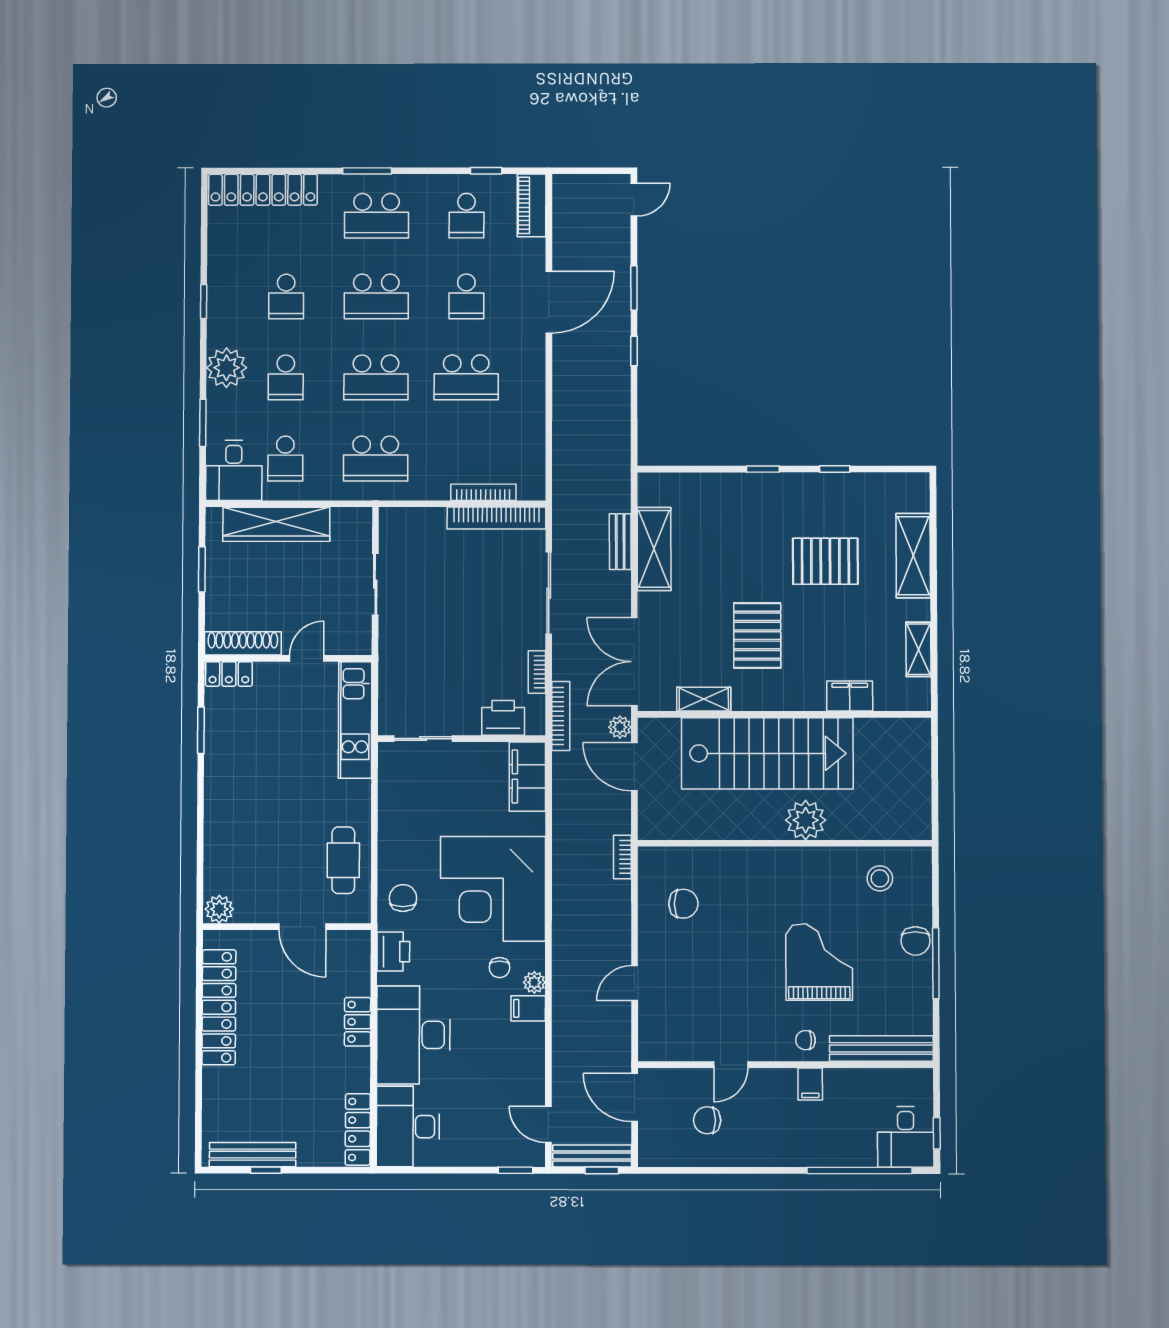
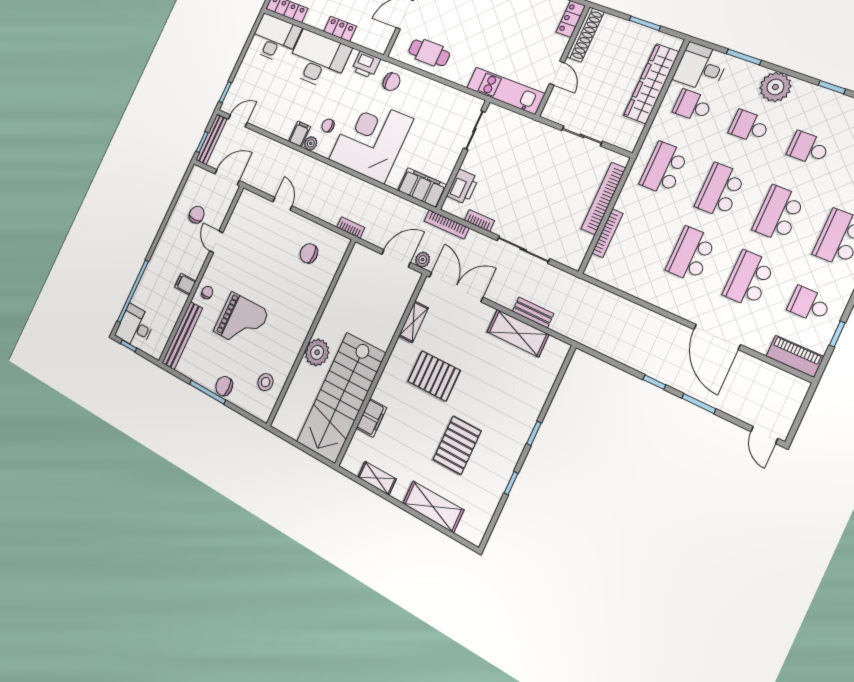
school desk: (466, 296) -> (749, 279), width x1.85
bookcase: (496, 518) -> (603, 198), moved
stairs: (767, 753) -> (341, 398), moved
chair: (683, 904) -> (309, 253), turned 90

